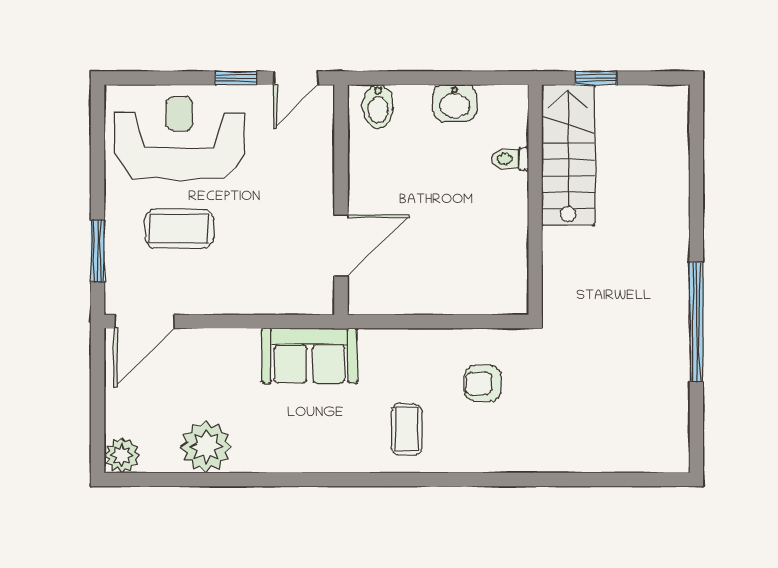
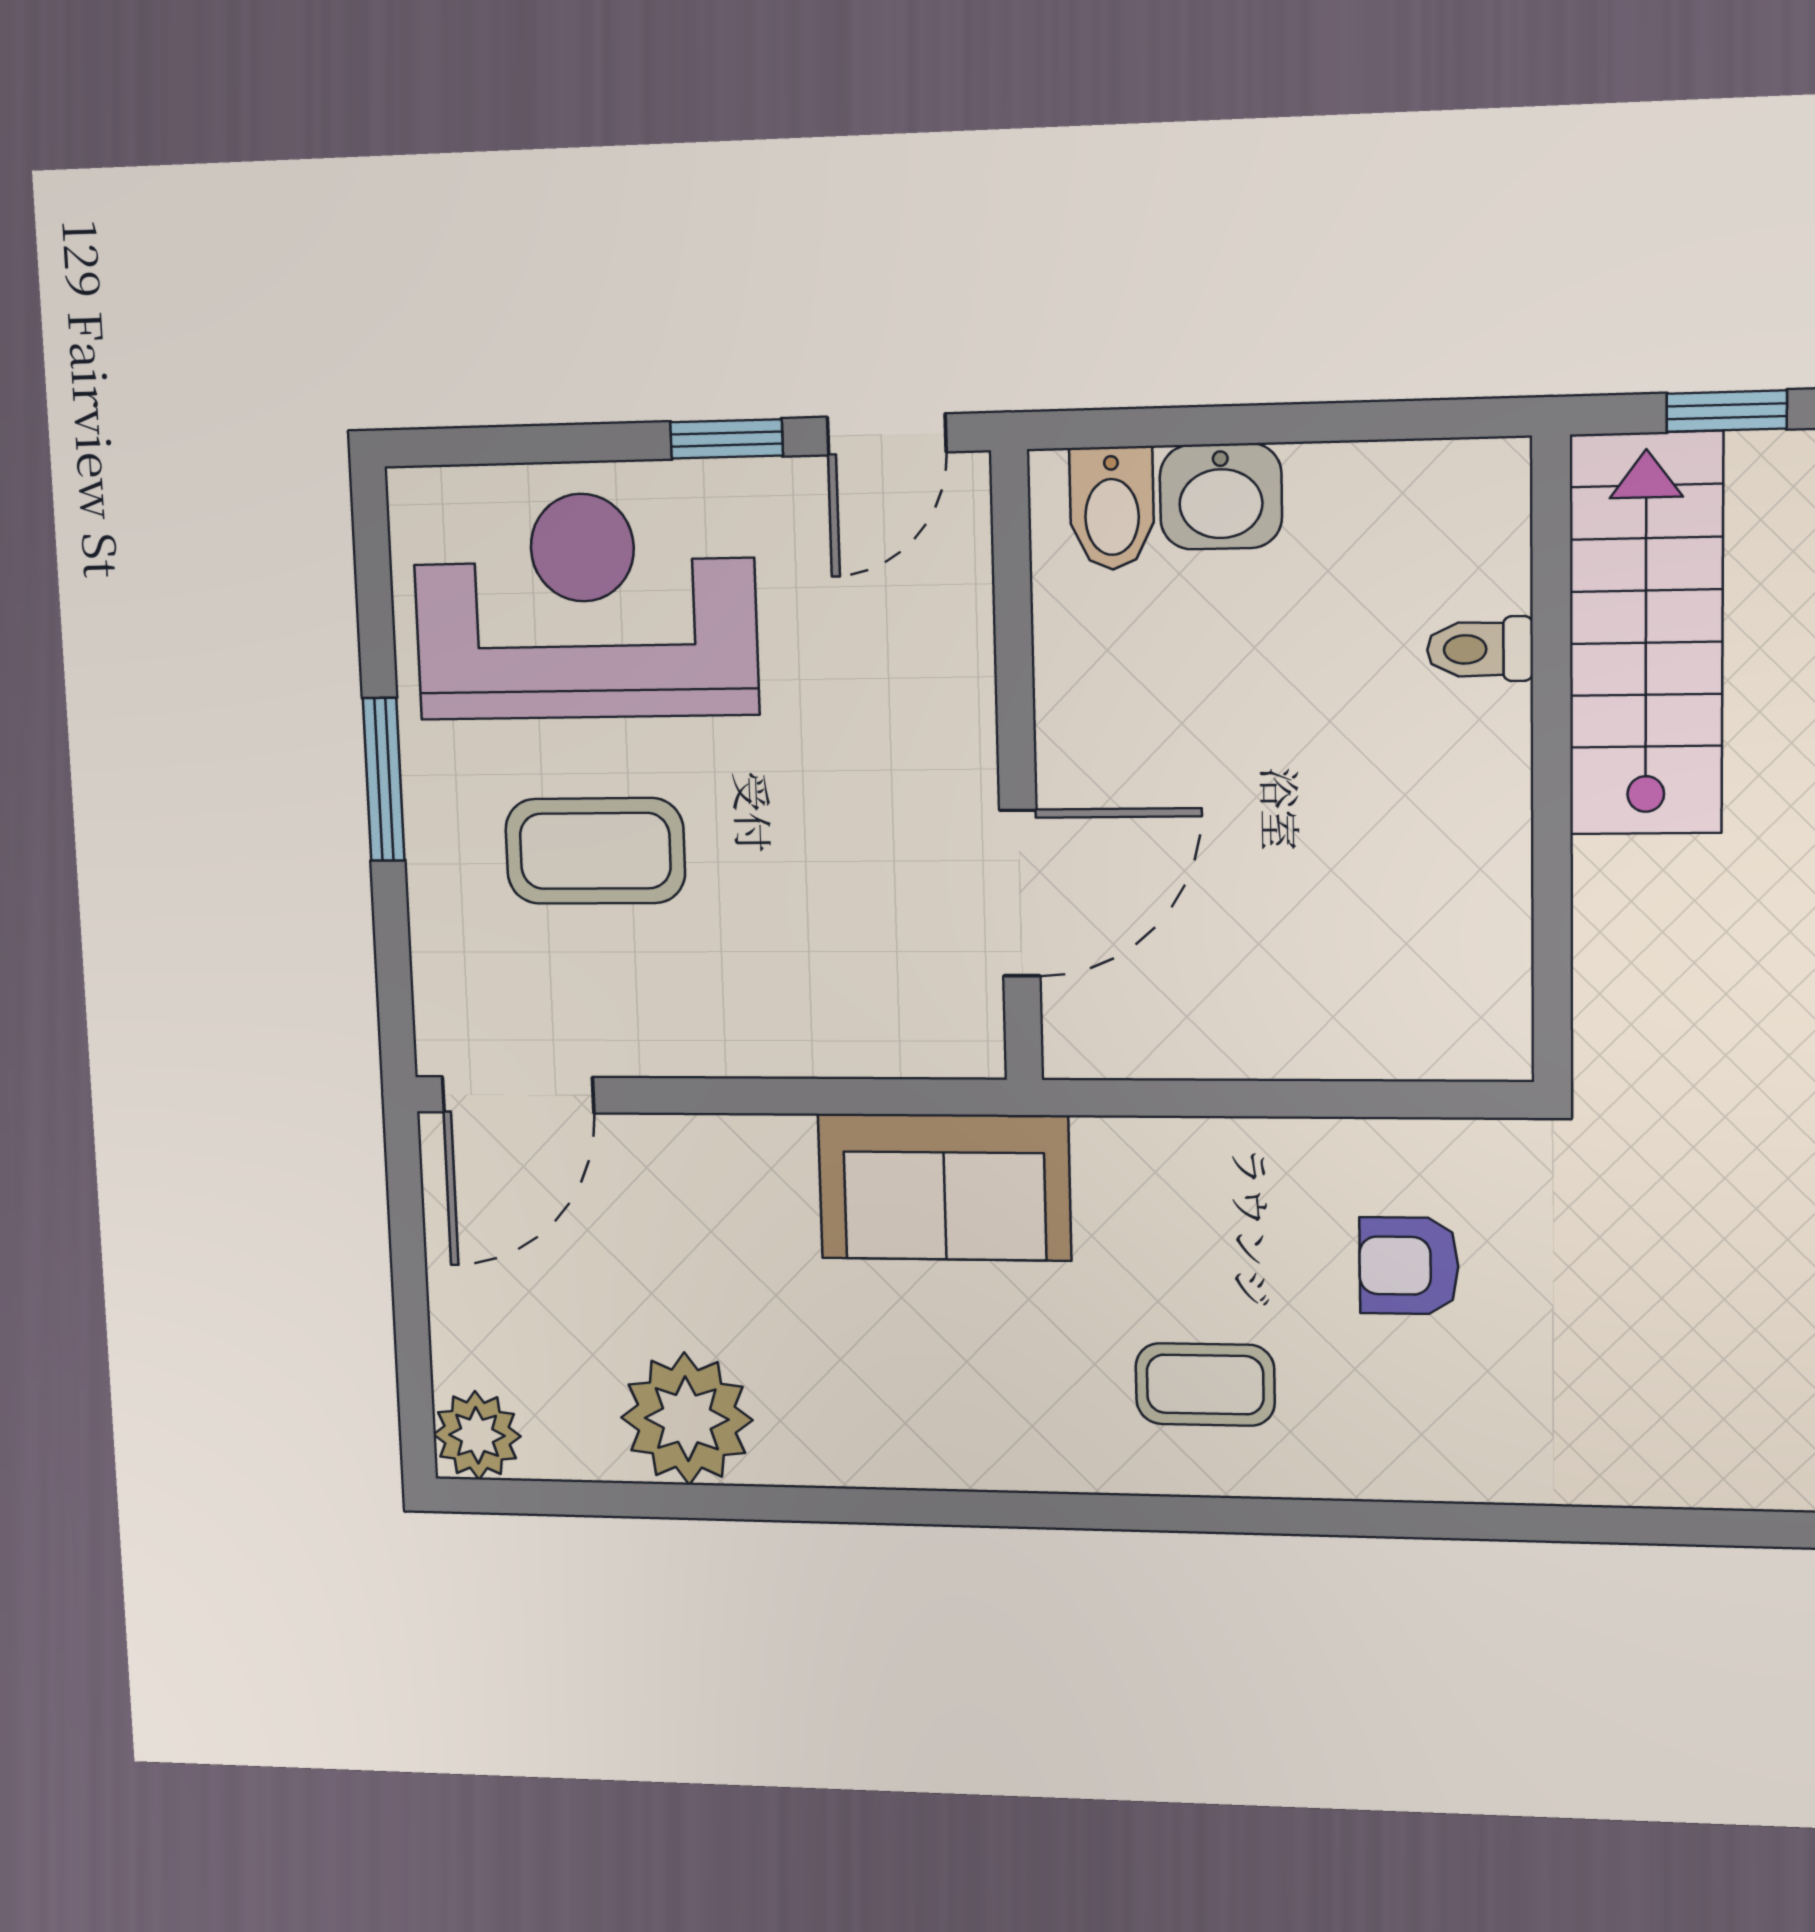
washbasin: (455, 103) -> (1221, 496), moved
window: (98, 251) -> (384, 779), moved
coffee table: (407, 429) -> (1205, 1384), turned 90

